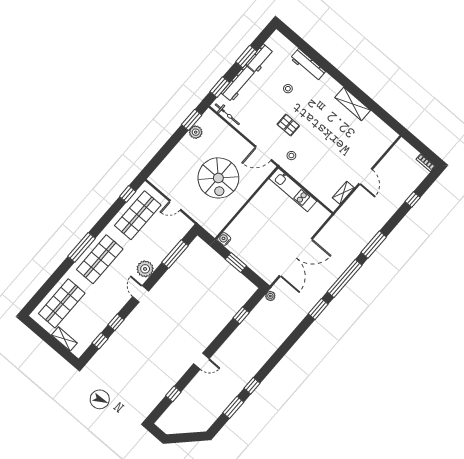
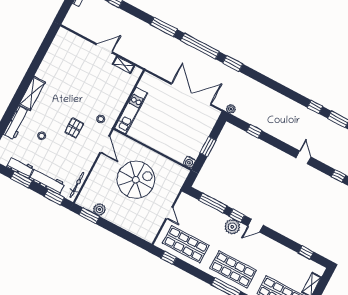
shelving: (353, 104) -> (32, 93), moved
window: (116, 322) -> (237, 216), moved

